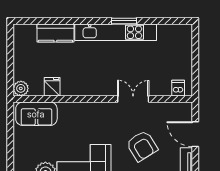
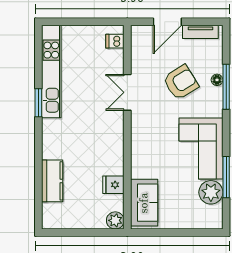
kitchen unit: (116, 32) -> (51, 71), moved

